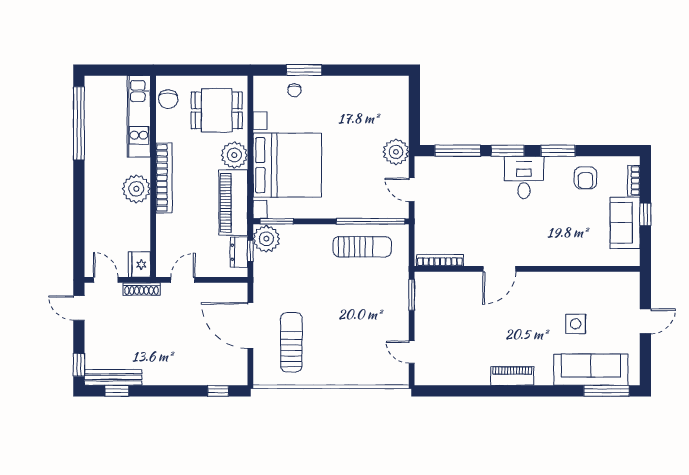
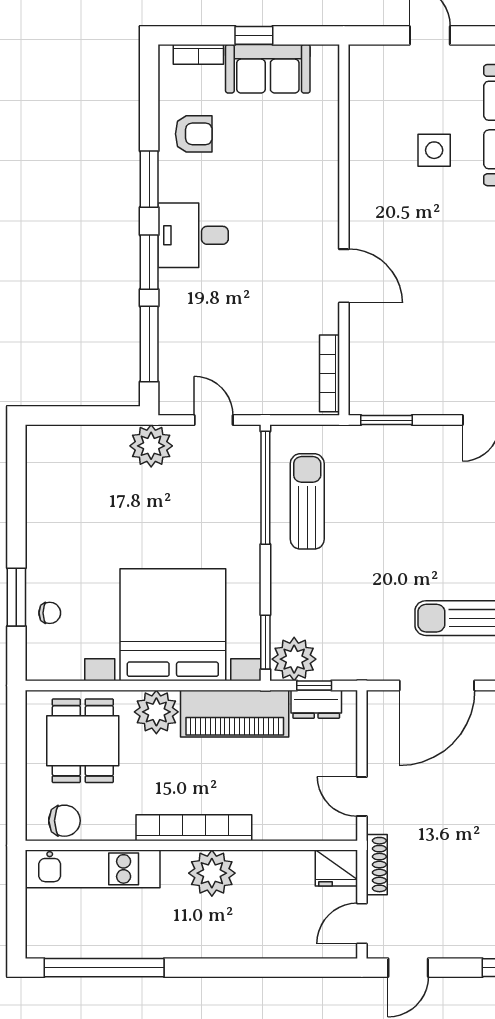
door: (412, 190) -> (214, 420), swing flipped

